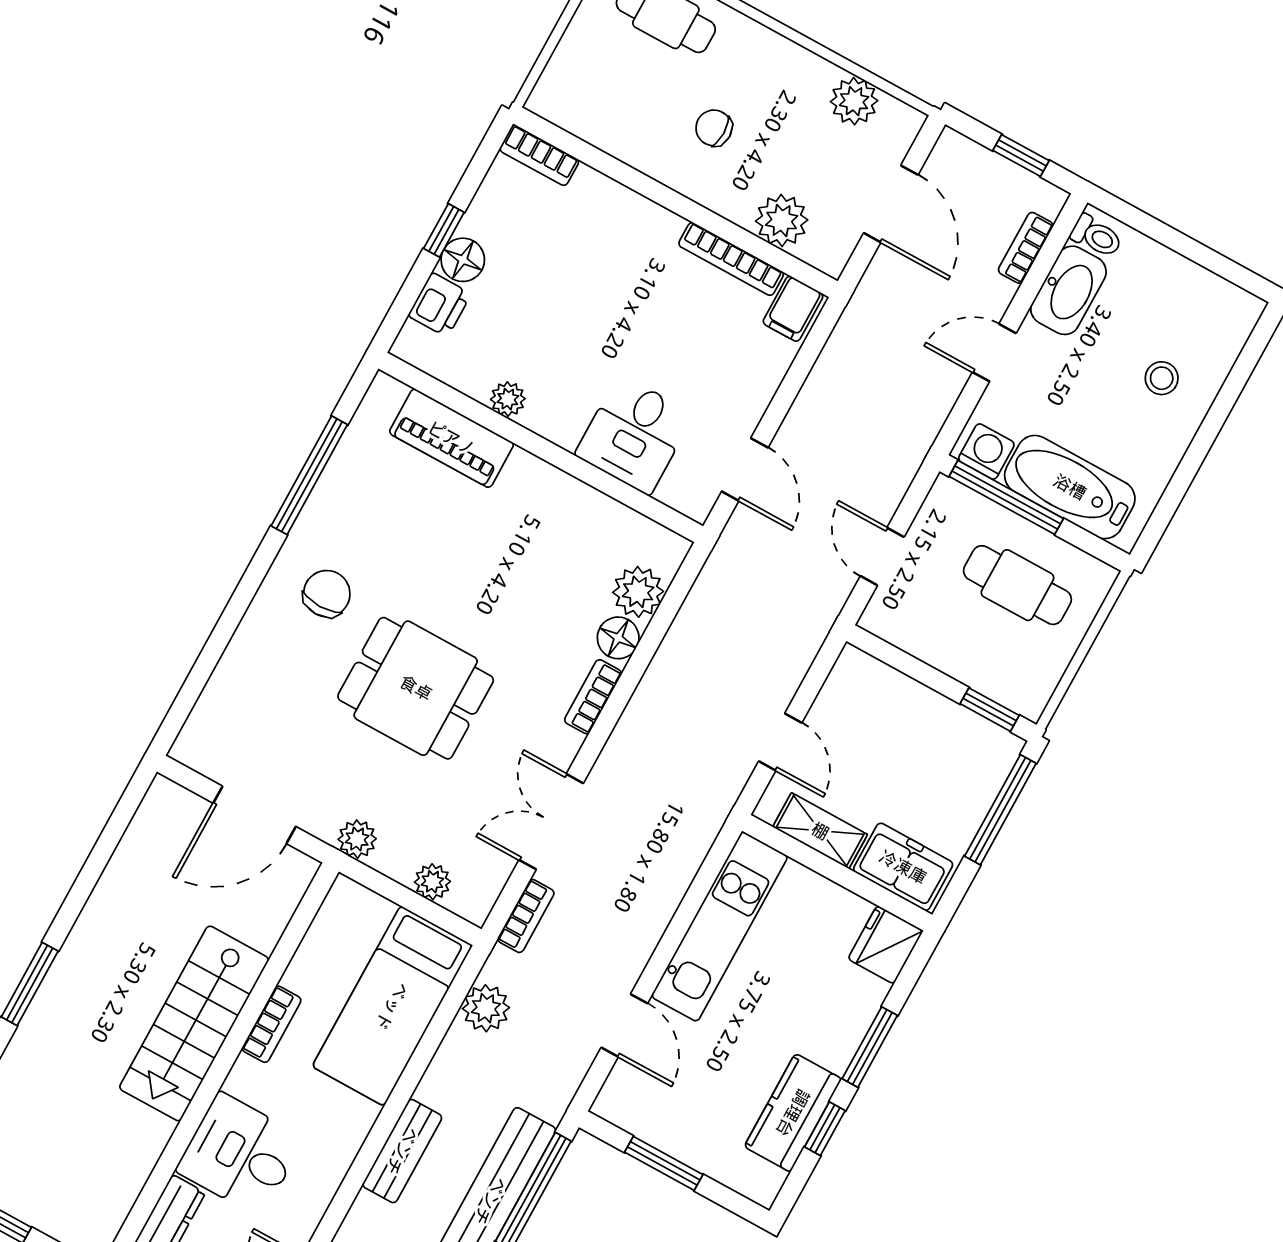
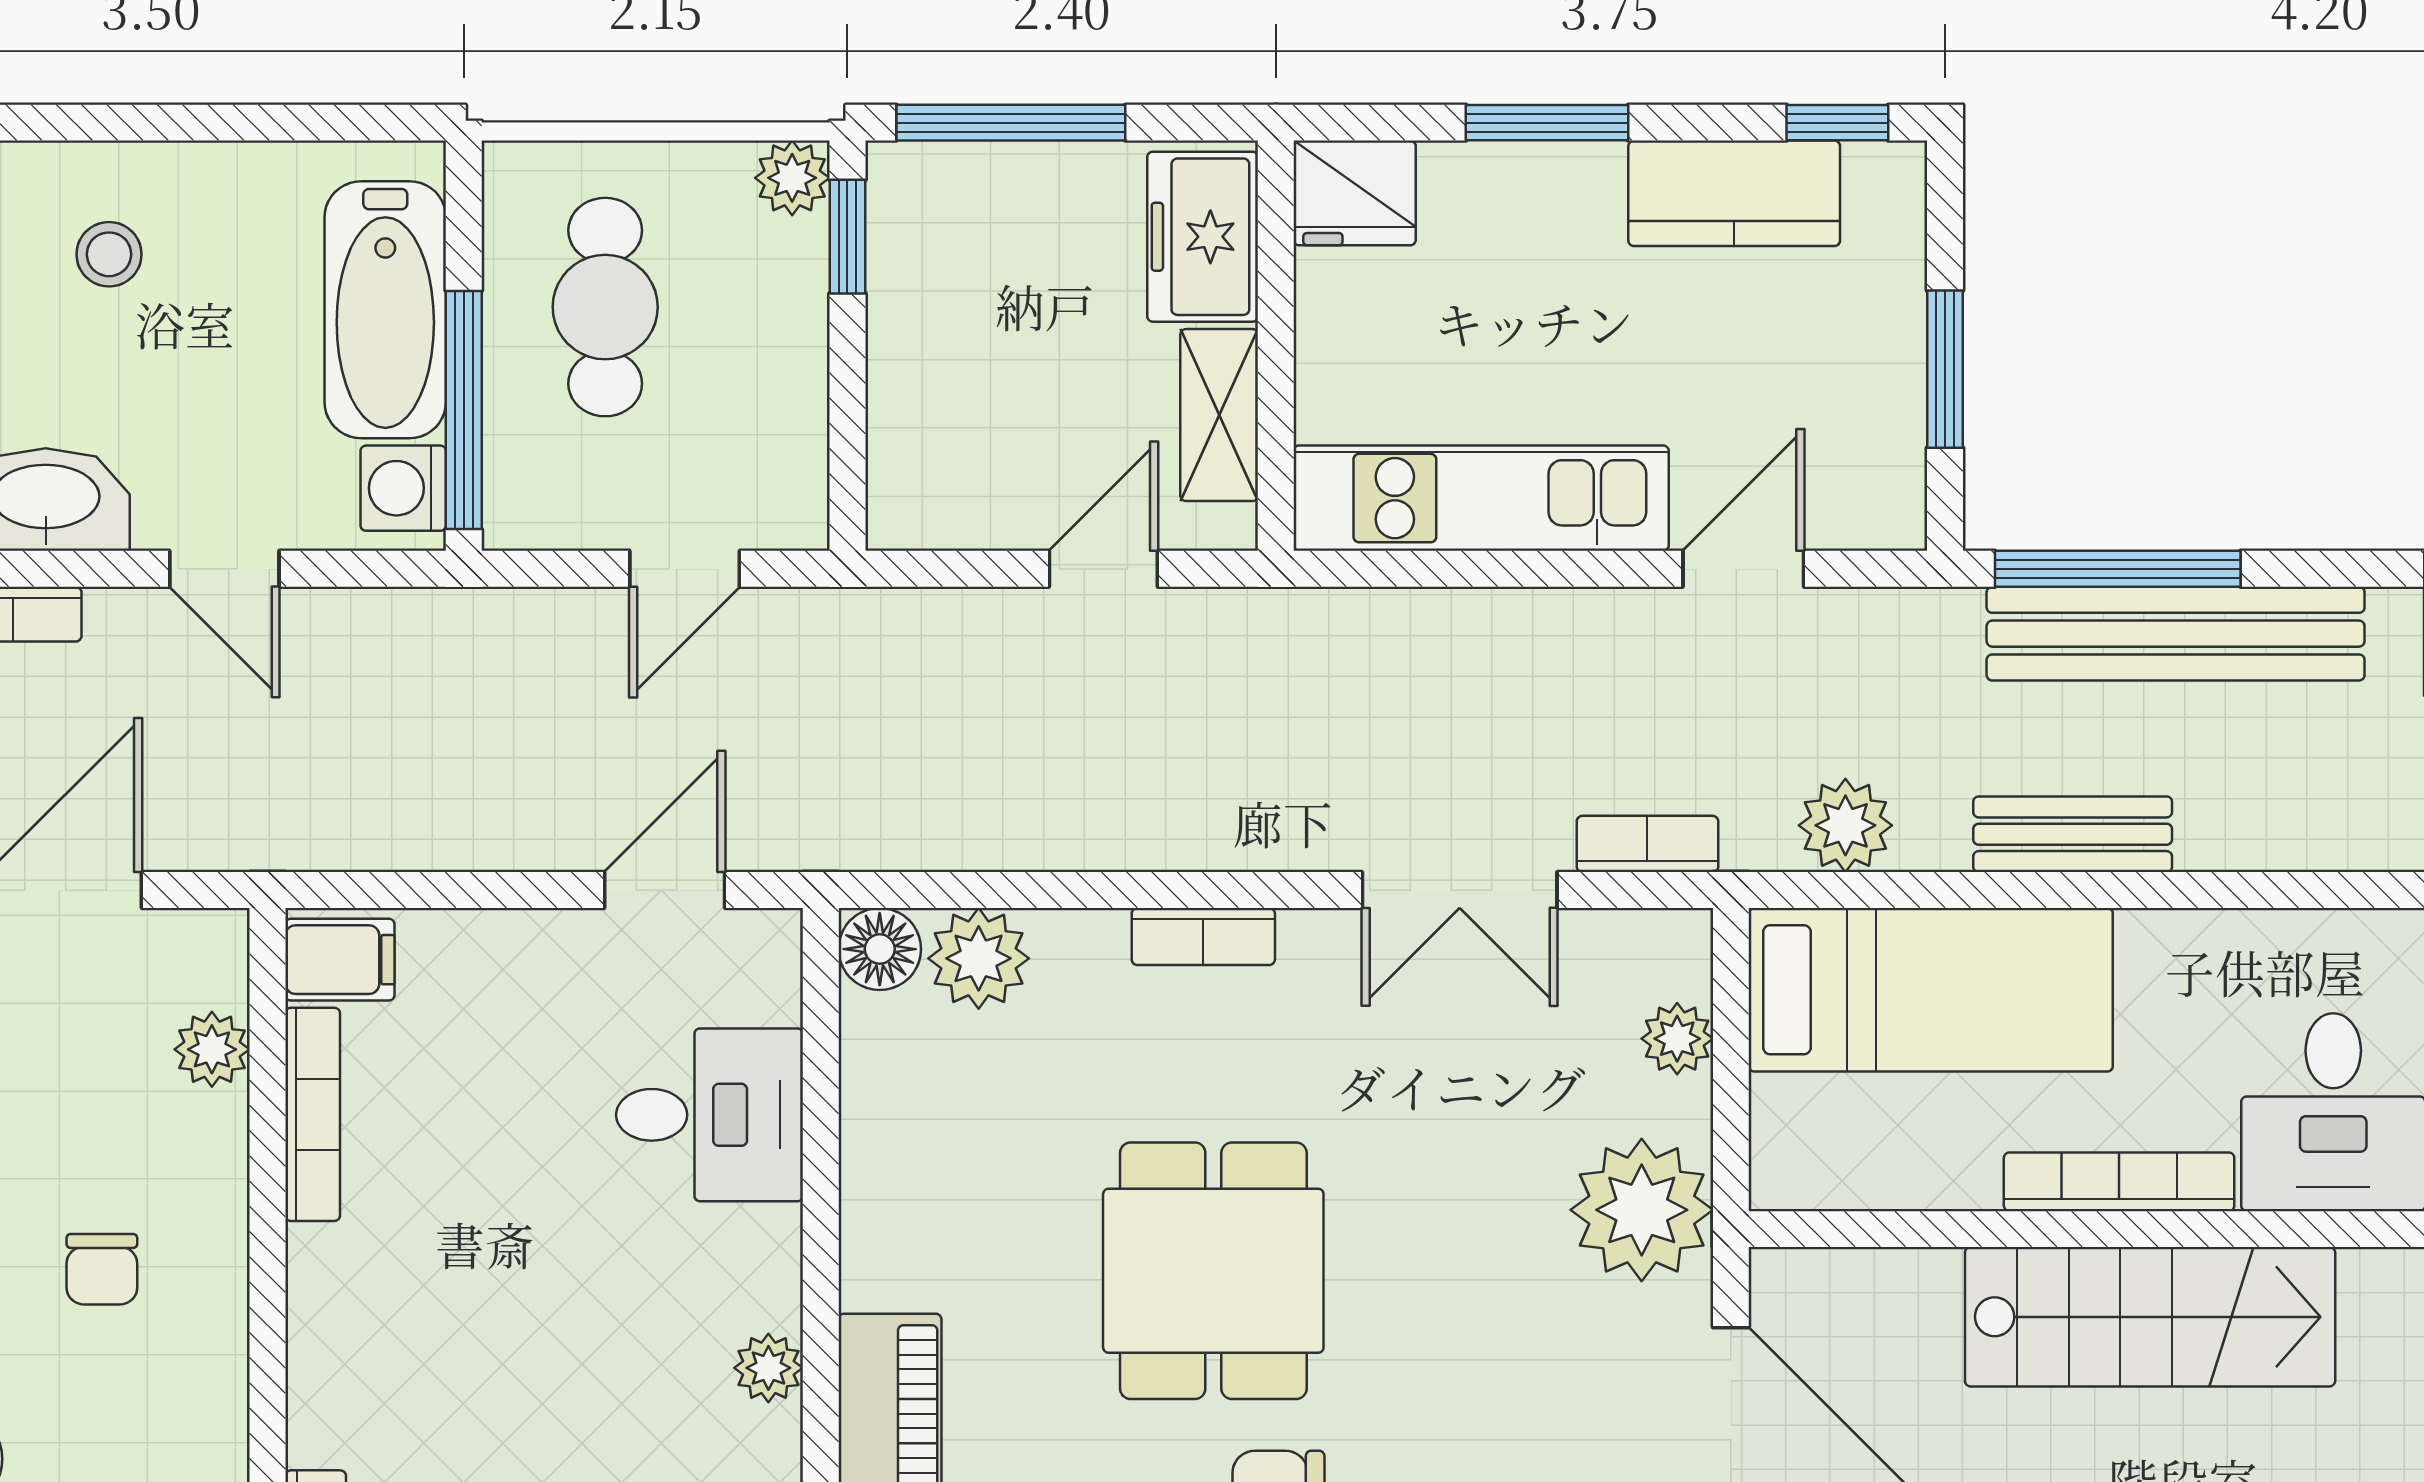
plant: (782, 221) -> (212, 1049), width x0.73, depth x0.73
floor lamp: (618, 638) -> (880, 949), moved
dining table: (416, 688) -> (1213, 1271), moved
plant: (1029, 699) -> (792, 178), added
plant: (357, 839) -> (1642, 1210), width x1.88, depth x1.88
bookcase: (272, 1024) -> (2119, 1182), width x1.56
window: (825, 1129) -> (1837, 123), moved
bench: (402, 1151) -> (2073, 834), moved

